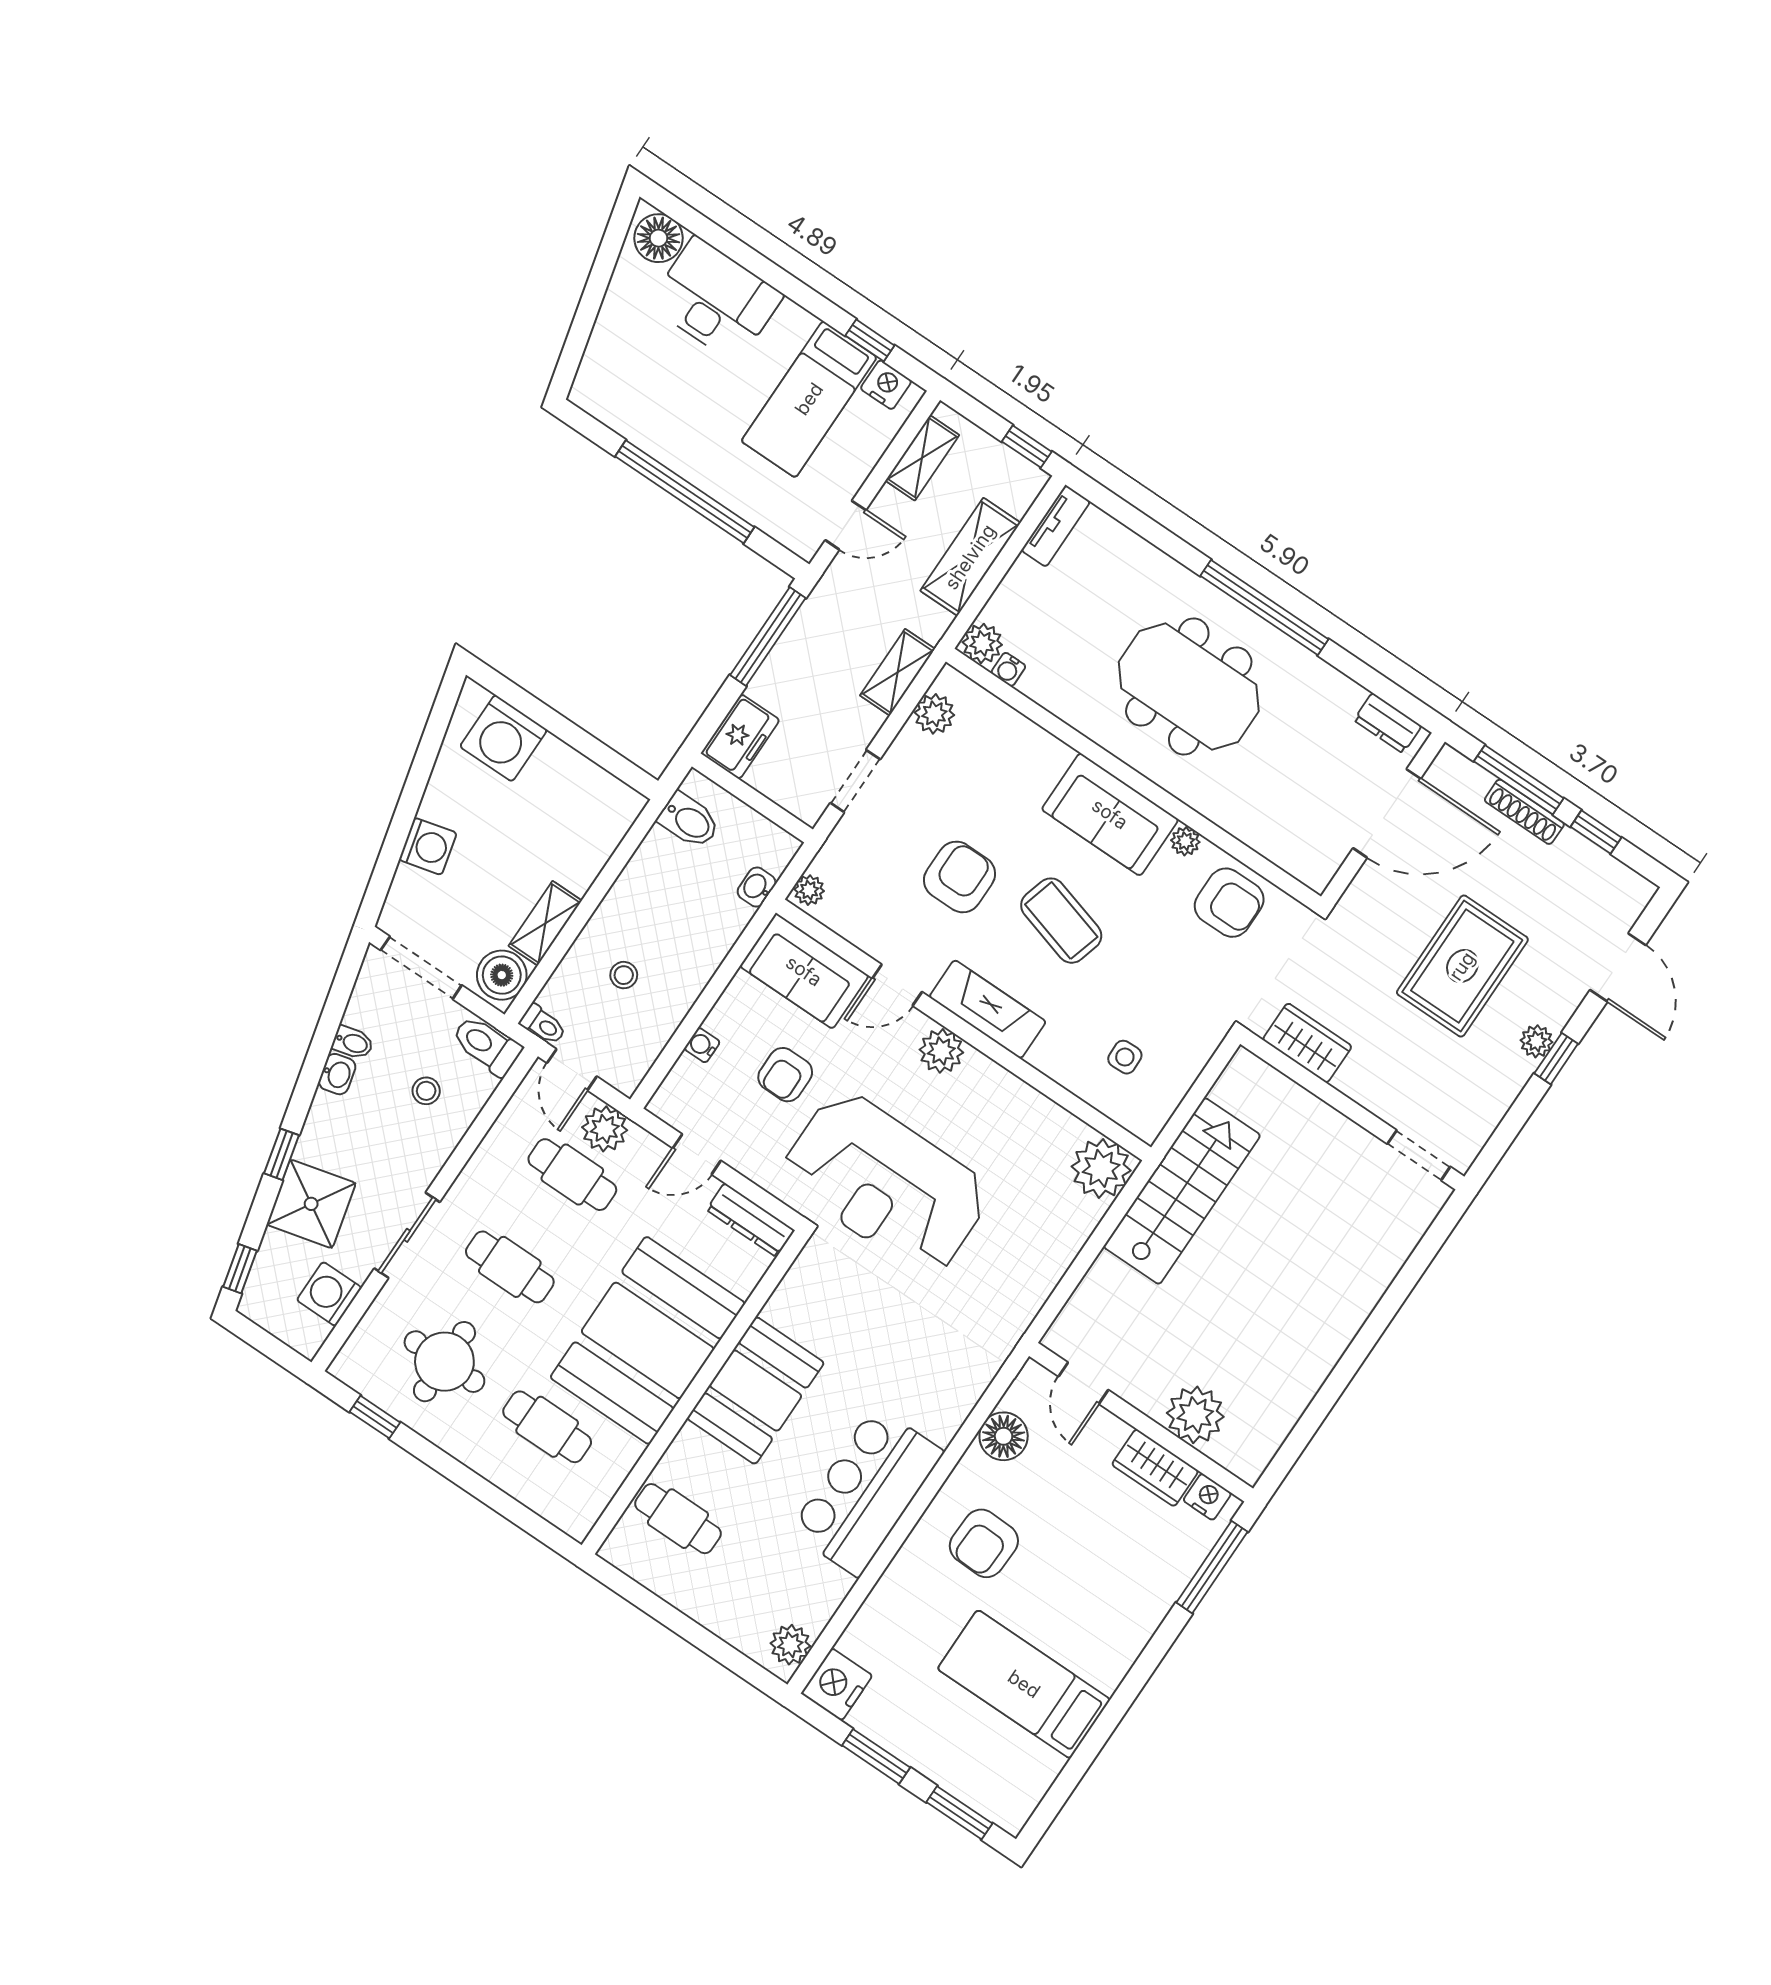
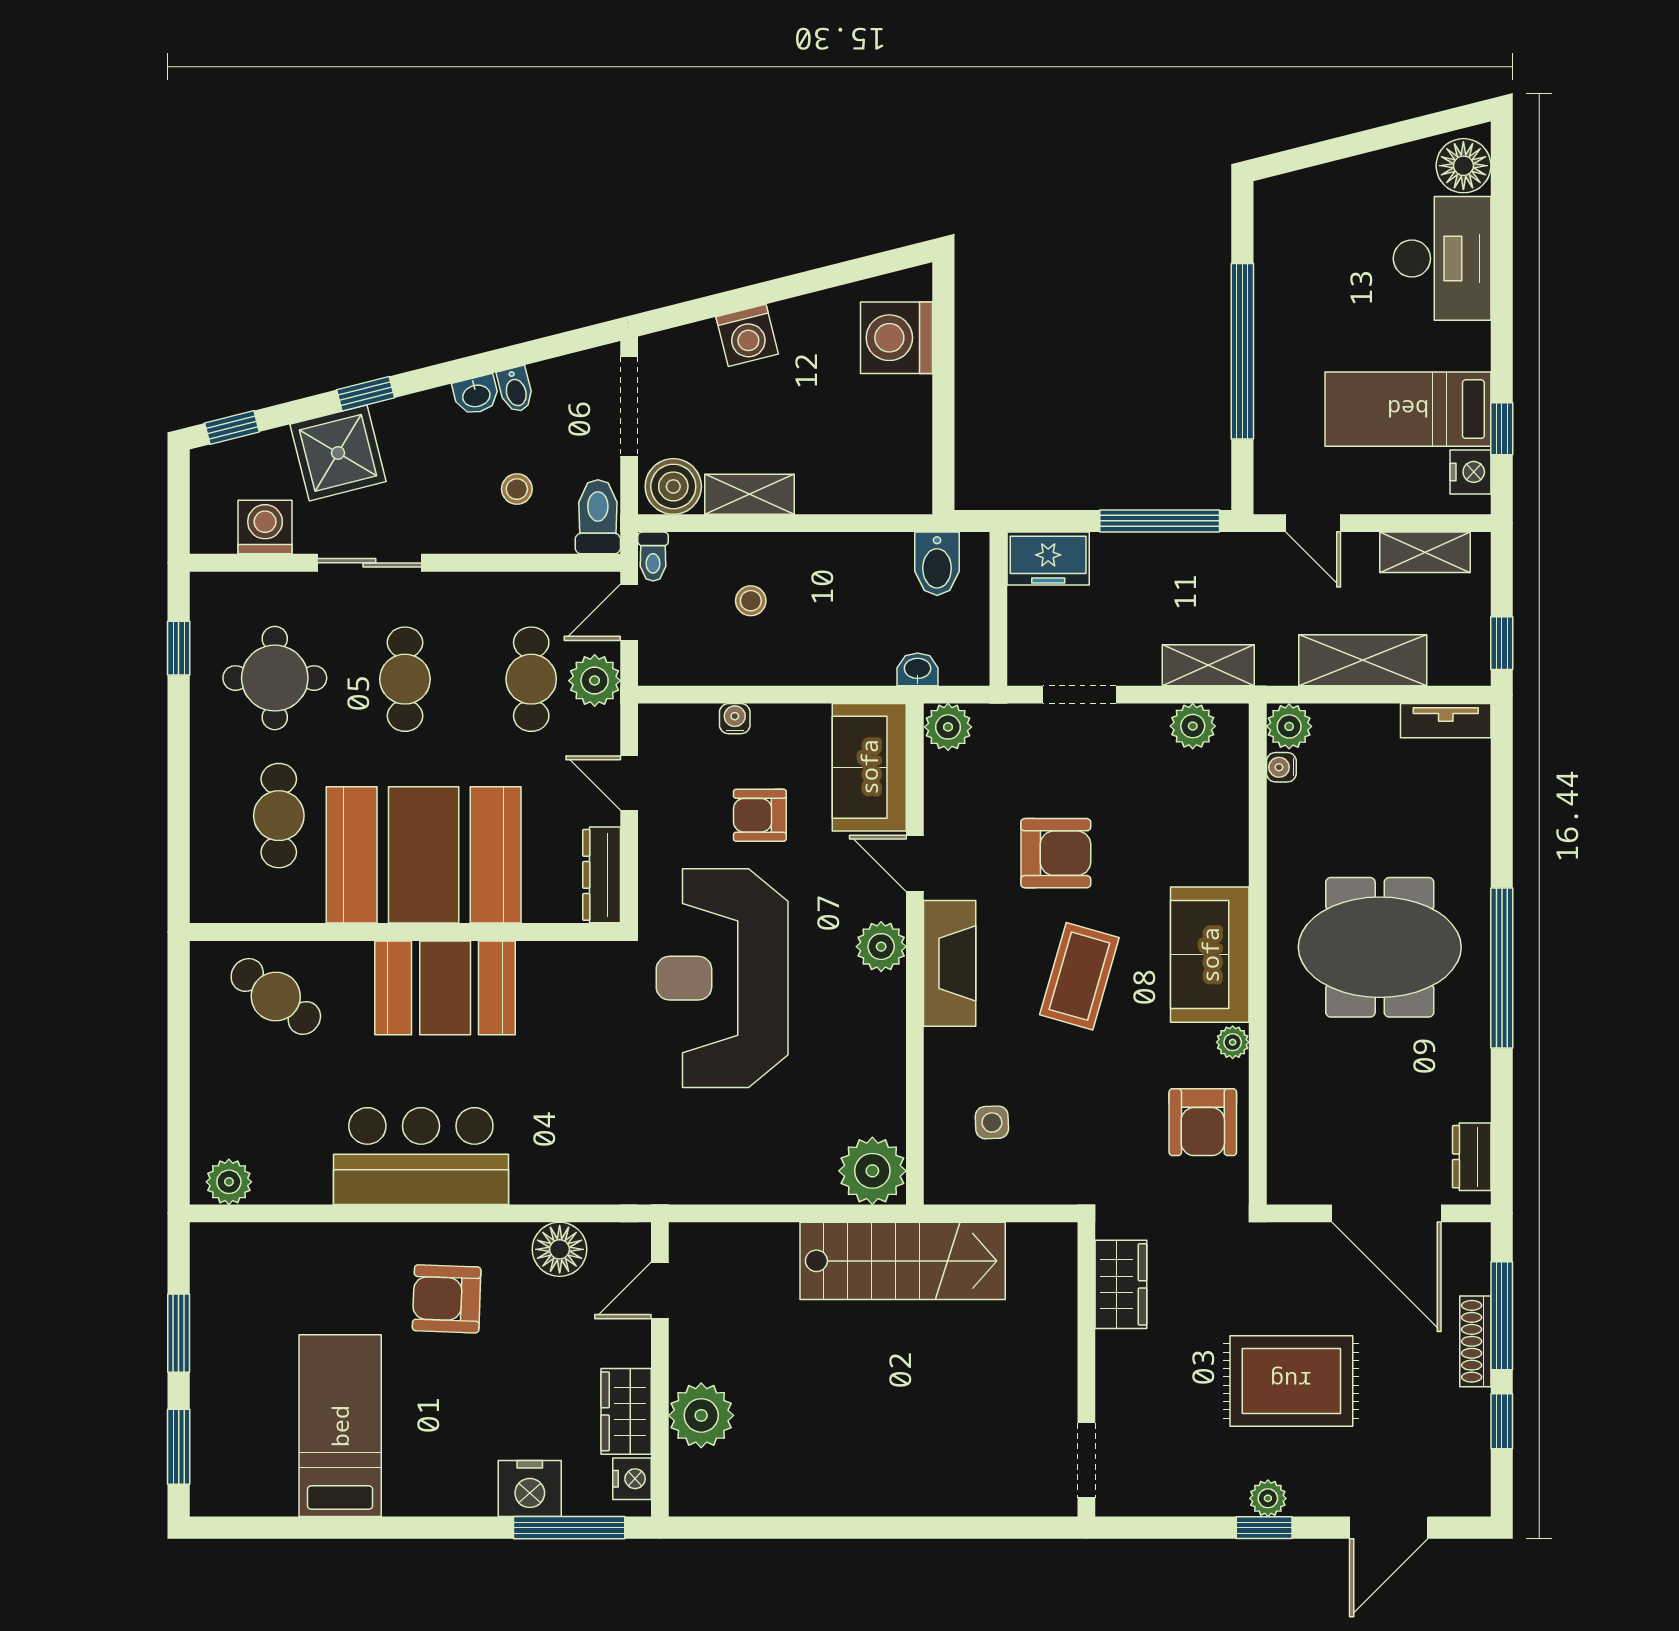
meeting table: (1189, 687) -> (1380, 947), turned 90
plant: (809, 890) -> (948, 727), width x1.38, depth x1.38
cafe table: (678, 1519) -> (276, 996), turned -53
nightstand: (837, 1684) -> (530, 1488), moved, turned 180

